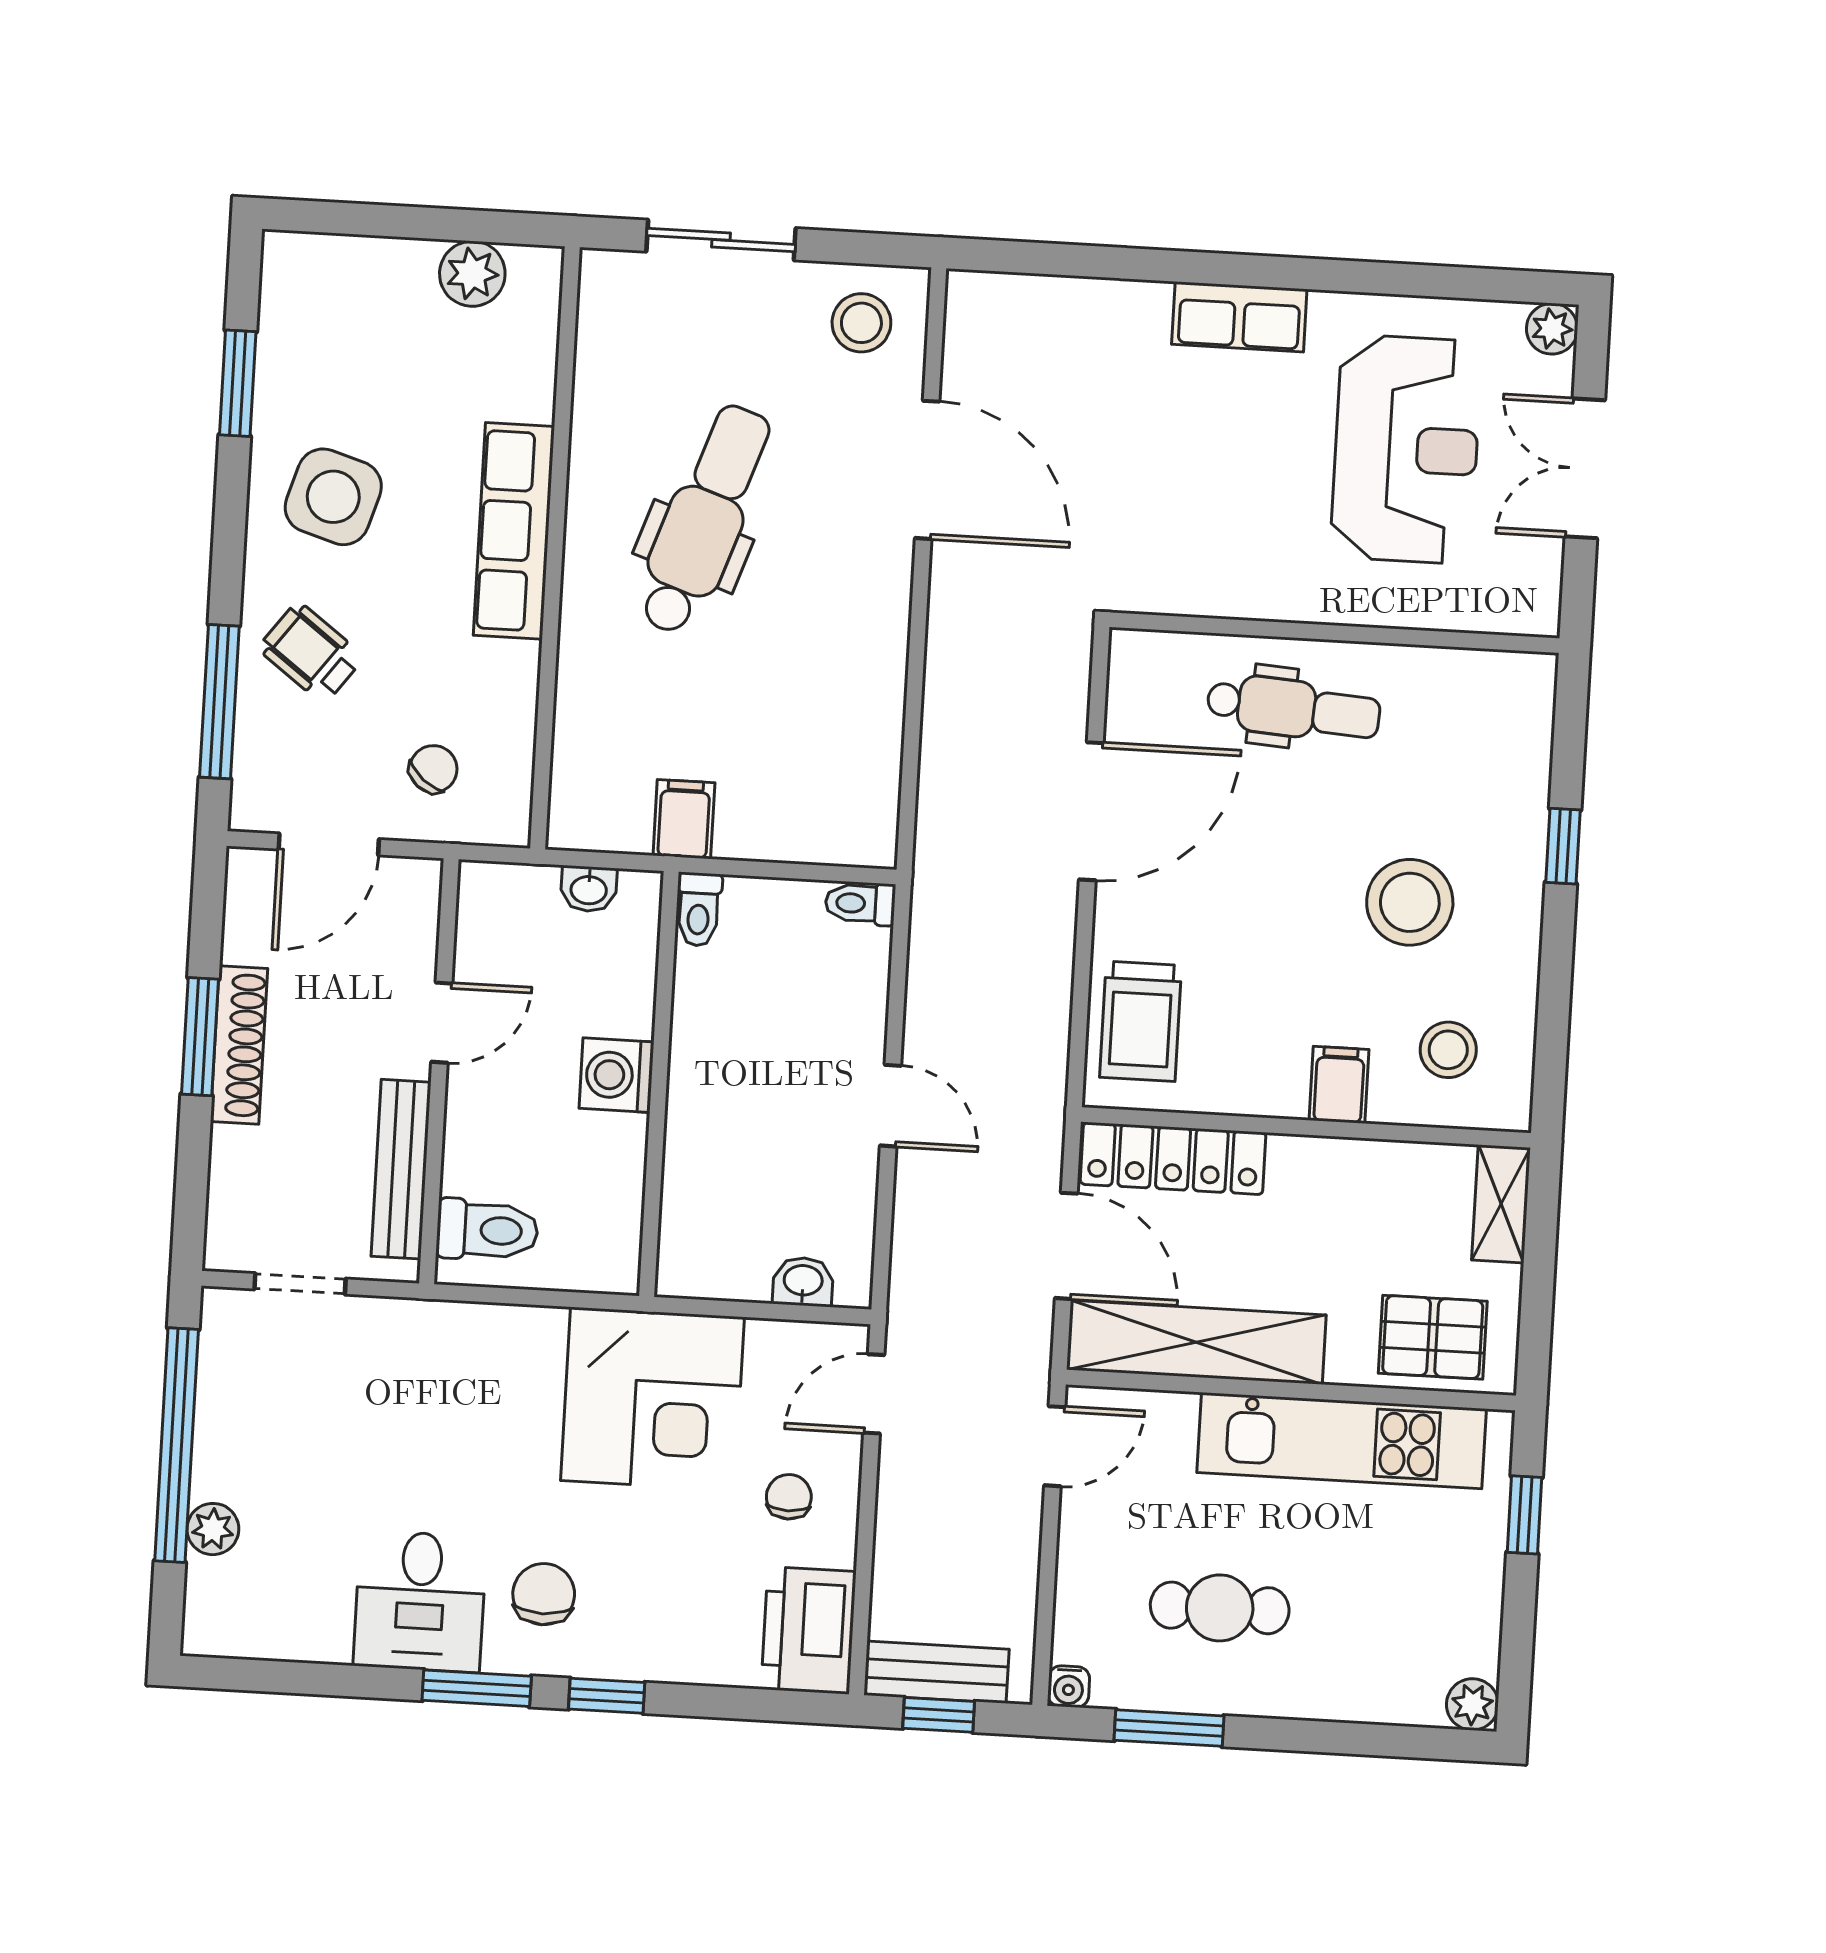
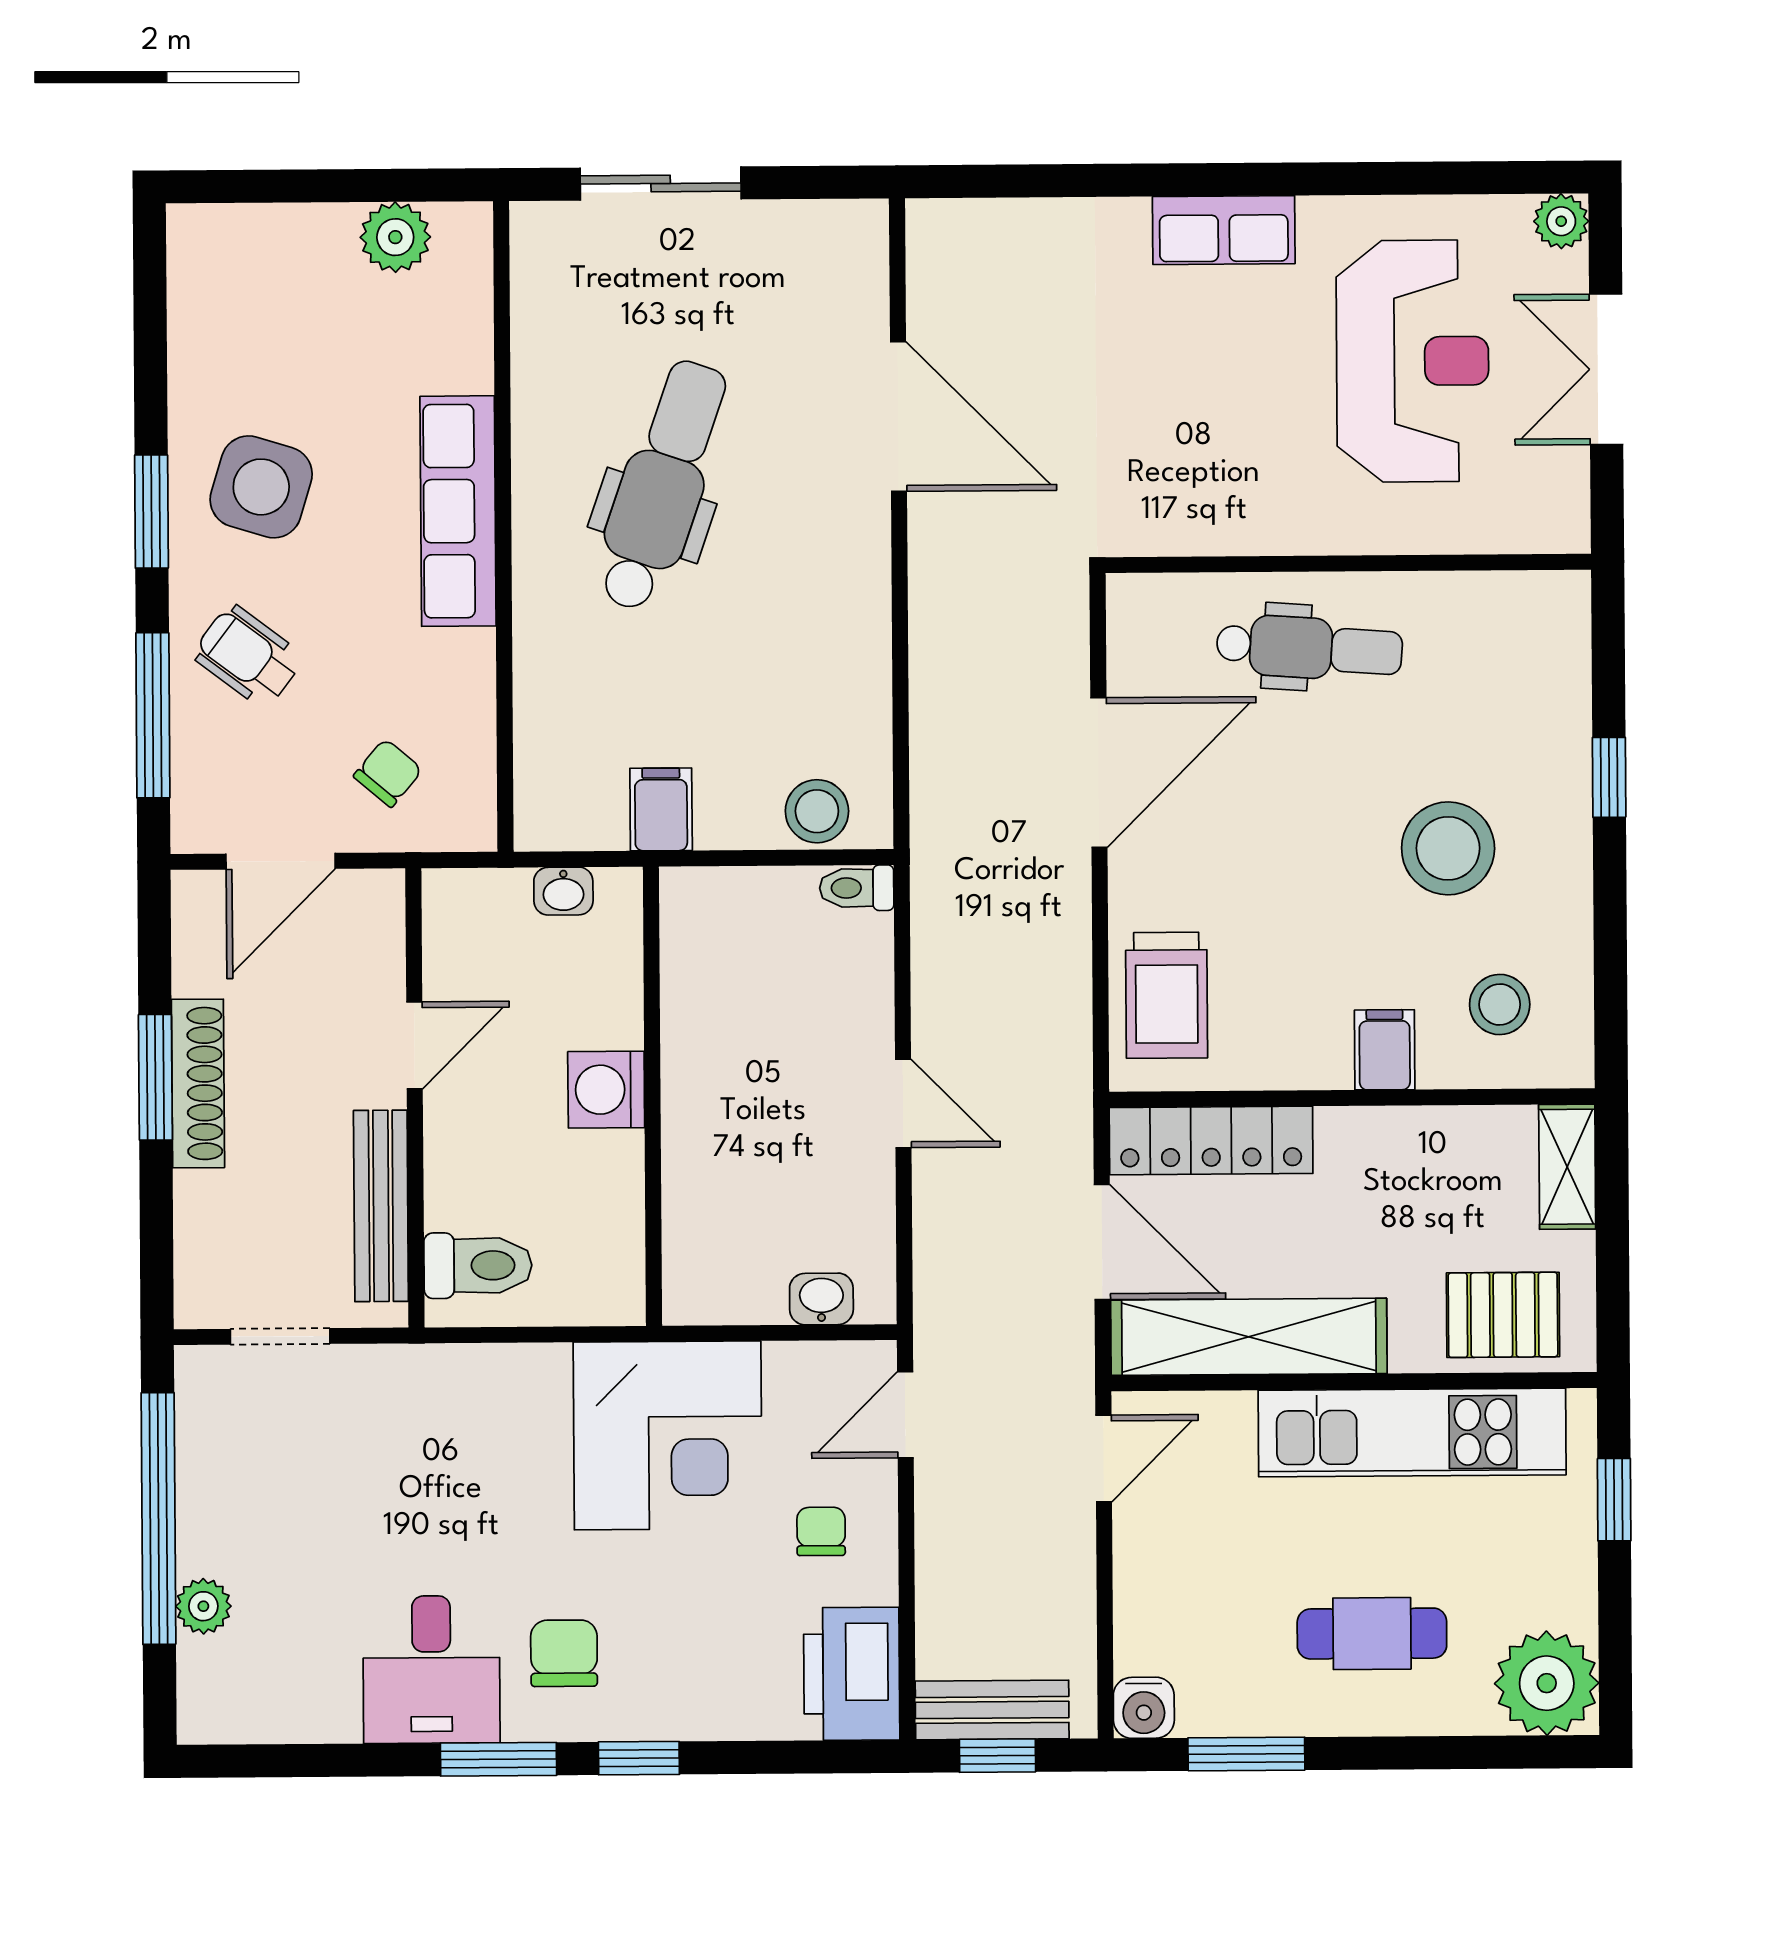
stool: (861, 323) -> (817, 811), moved
window: (238, 383) -> (151, 512), moved
toilet: (699, 909) -> (683, 905), removed
cafe table: (1220, 1608) -> (1372, 1634), moved
water cooler: (1069, 1687) -> (1144, 1708), width x1.38, depth x1.38
plant: (1472, 1704) -> (1547, 1683), width x1.87, depth x1.87

